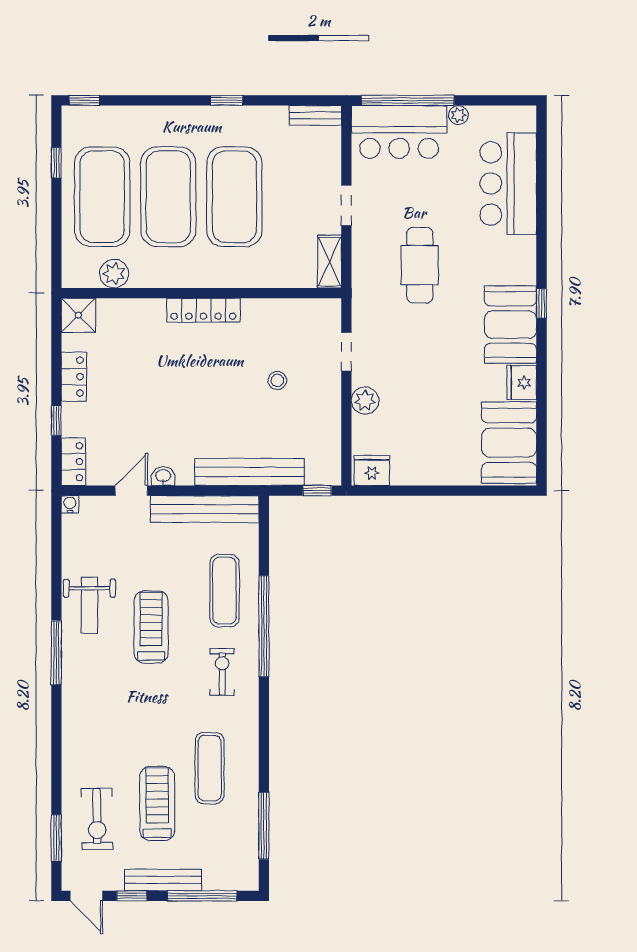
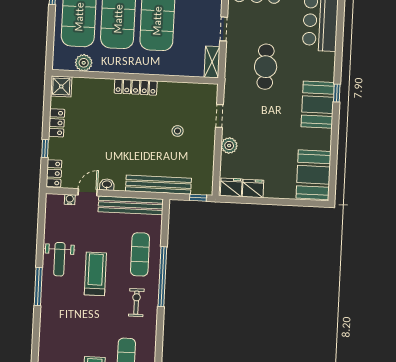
fridge: (522, 383) -> (253, 189), moved, turned 90
water cooler: (70, 504) -> (70, 200), moved

